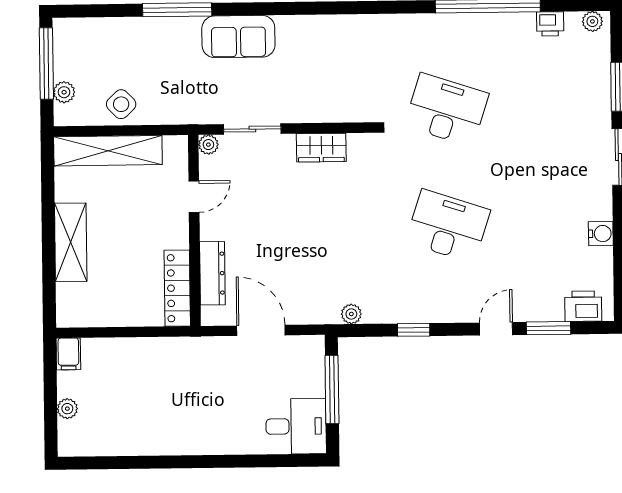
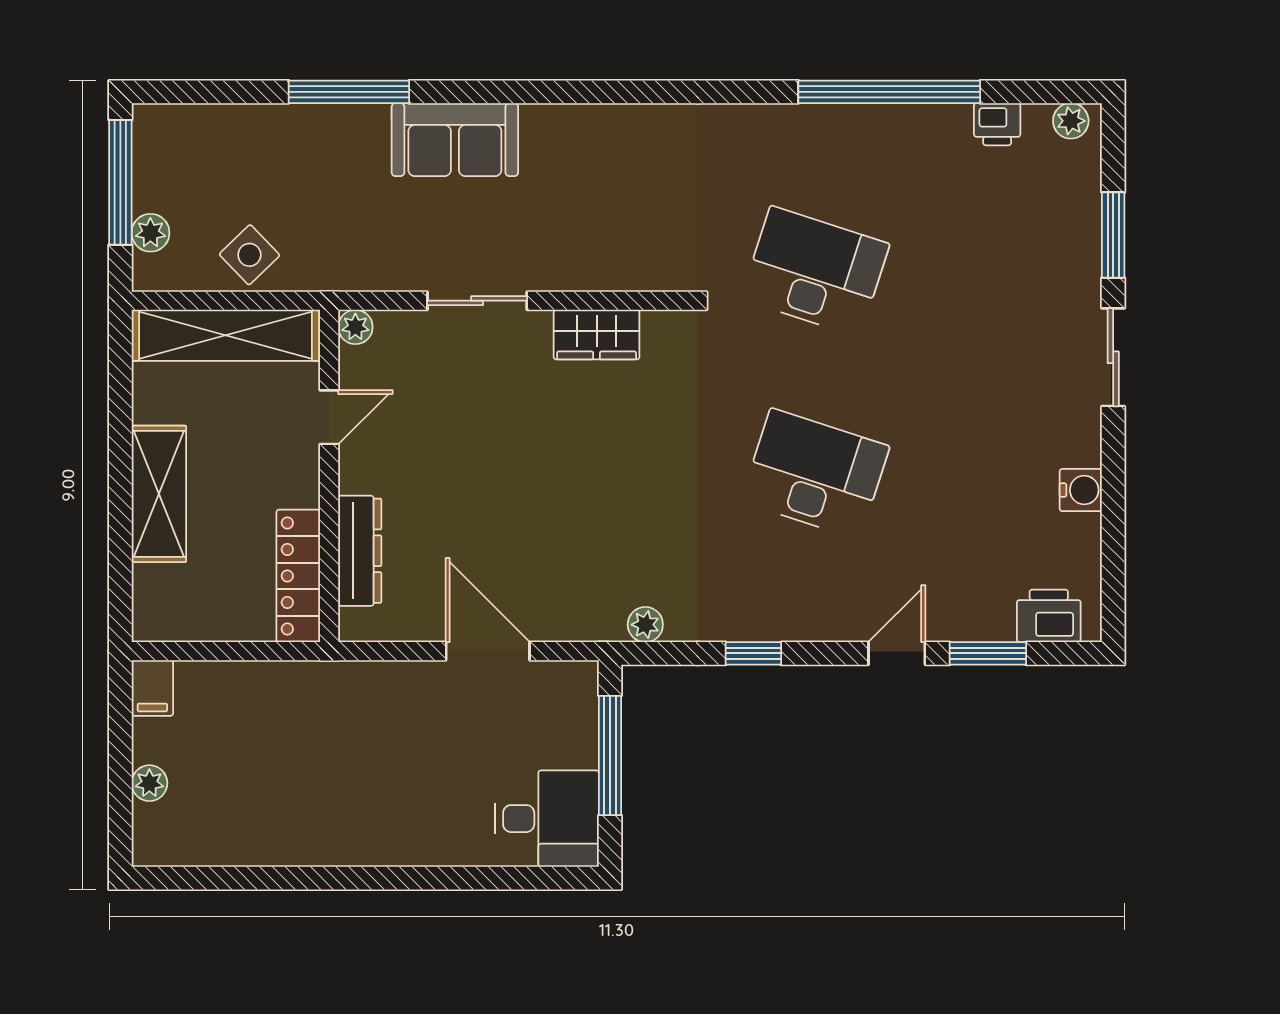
plant: (208, 145) -> (355, 327), moved
door: (194, 197) -> (329, 417), moved
wall: (194, 230) -> (329, 476), moved
dresser: (212, 273) -> (360, 551), moved
locker: (177, 288) -> (298, 576), moved

